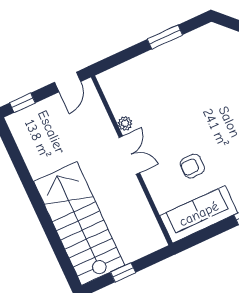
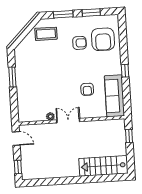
stairs: (79, 223) -> (103, 166), width x0.73, depth x0.66
window: (123, 272) -> (129, 136), moved

